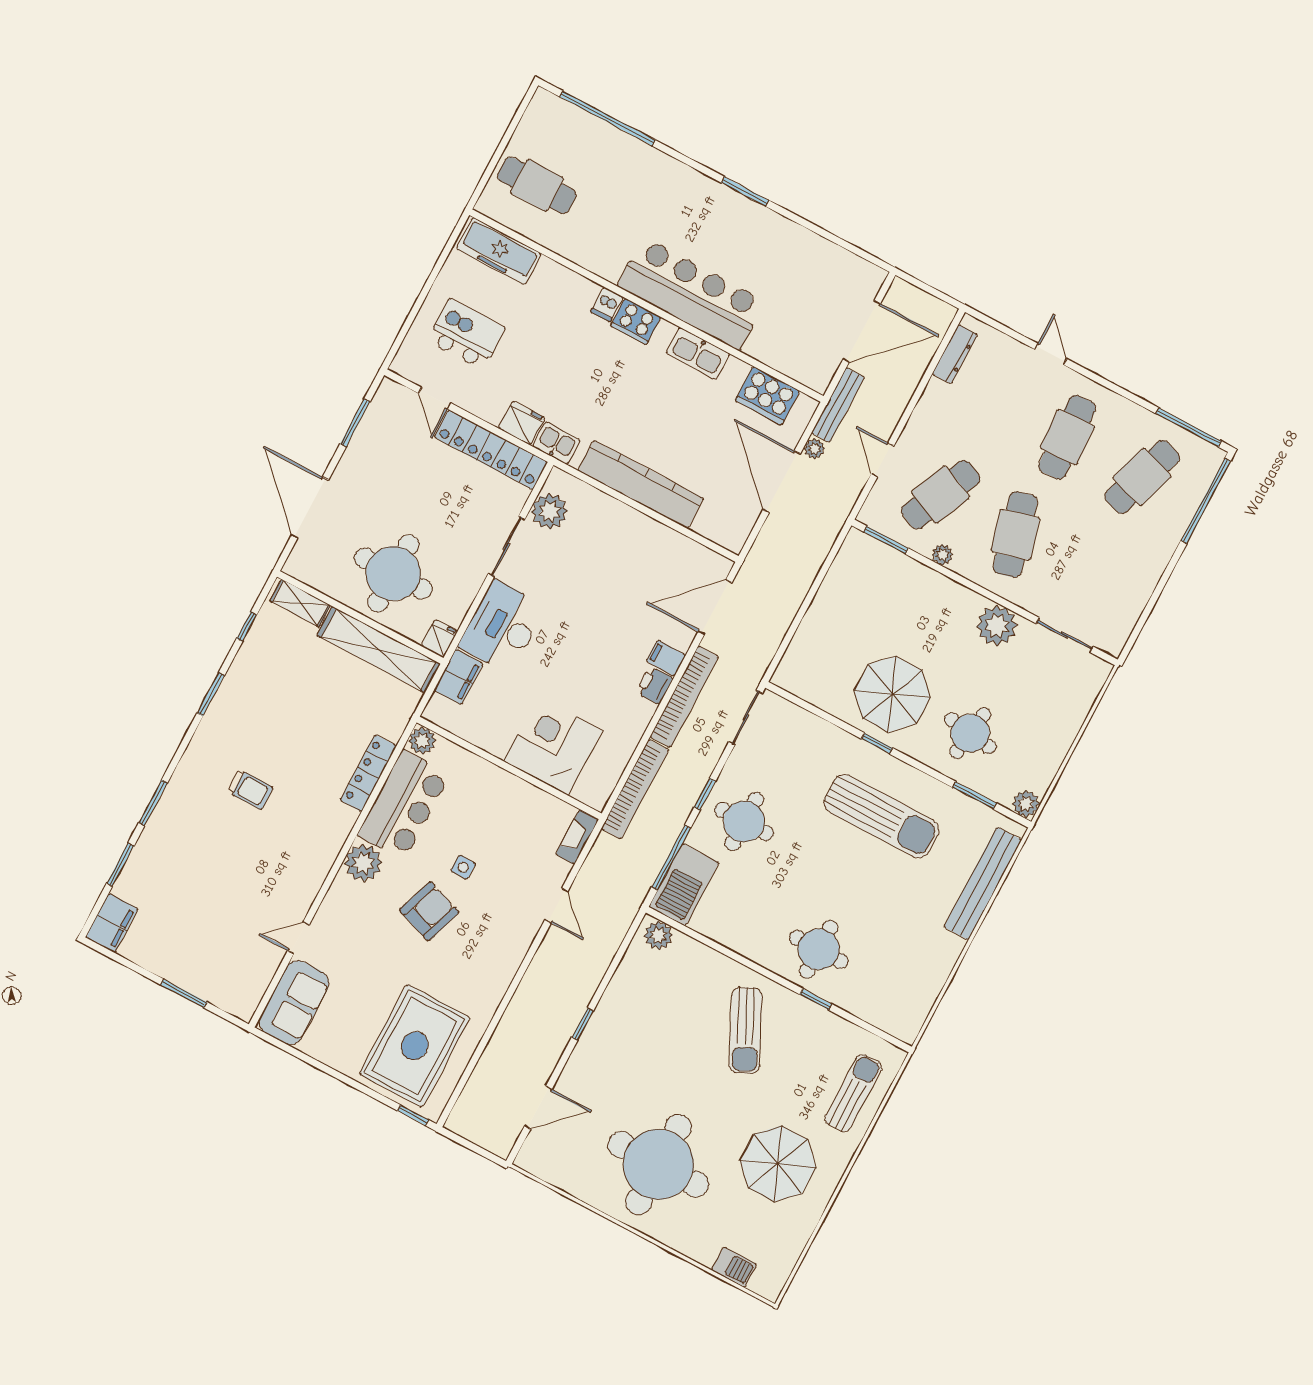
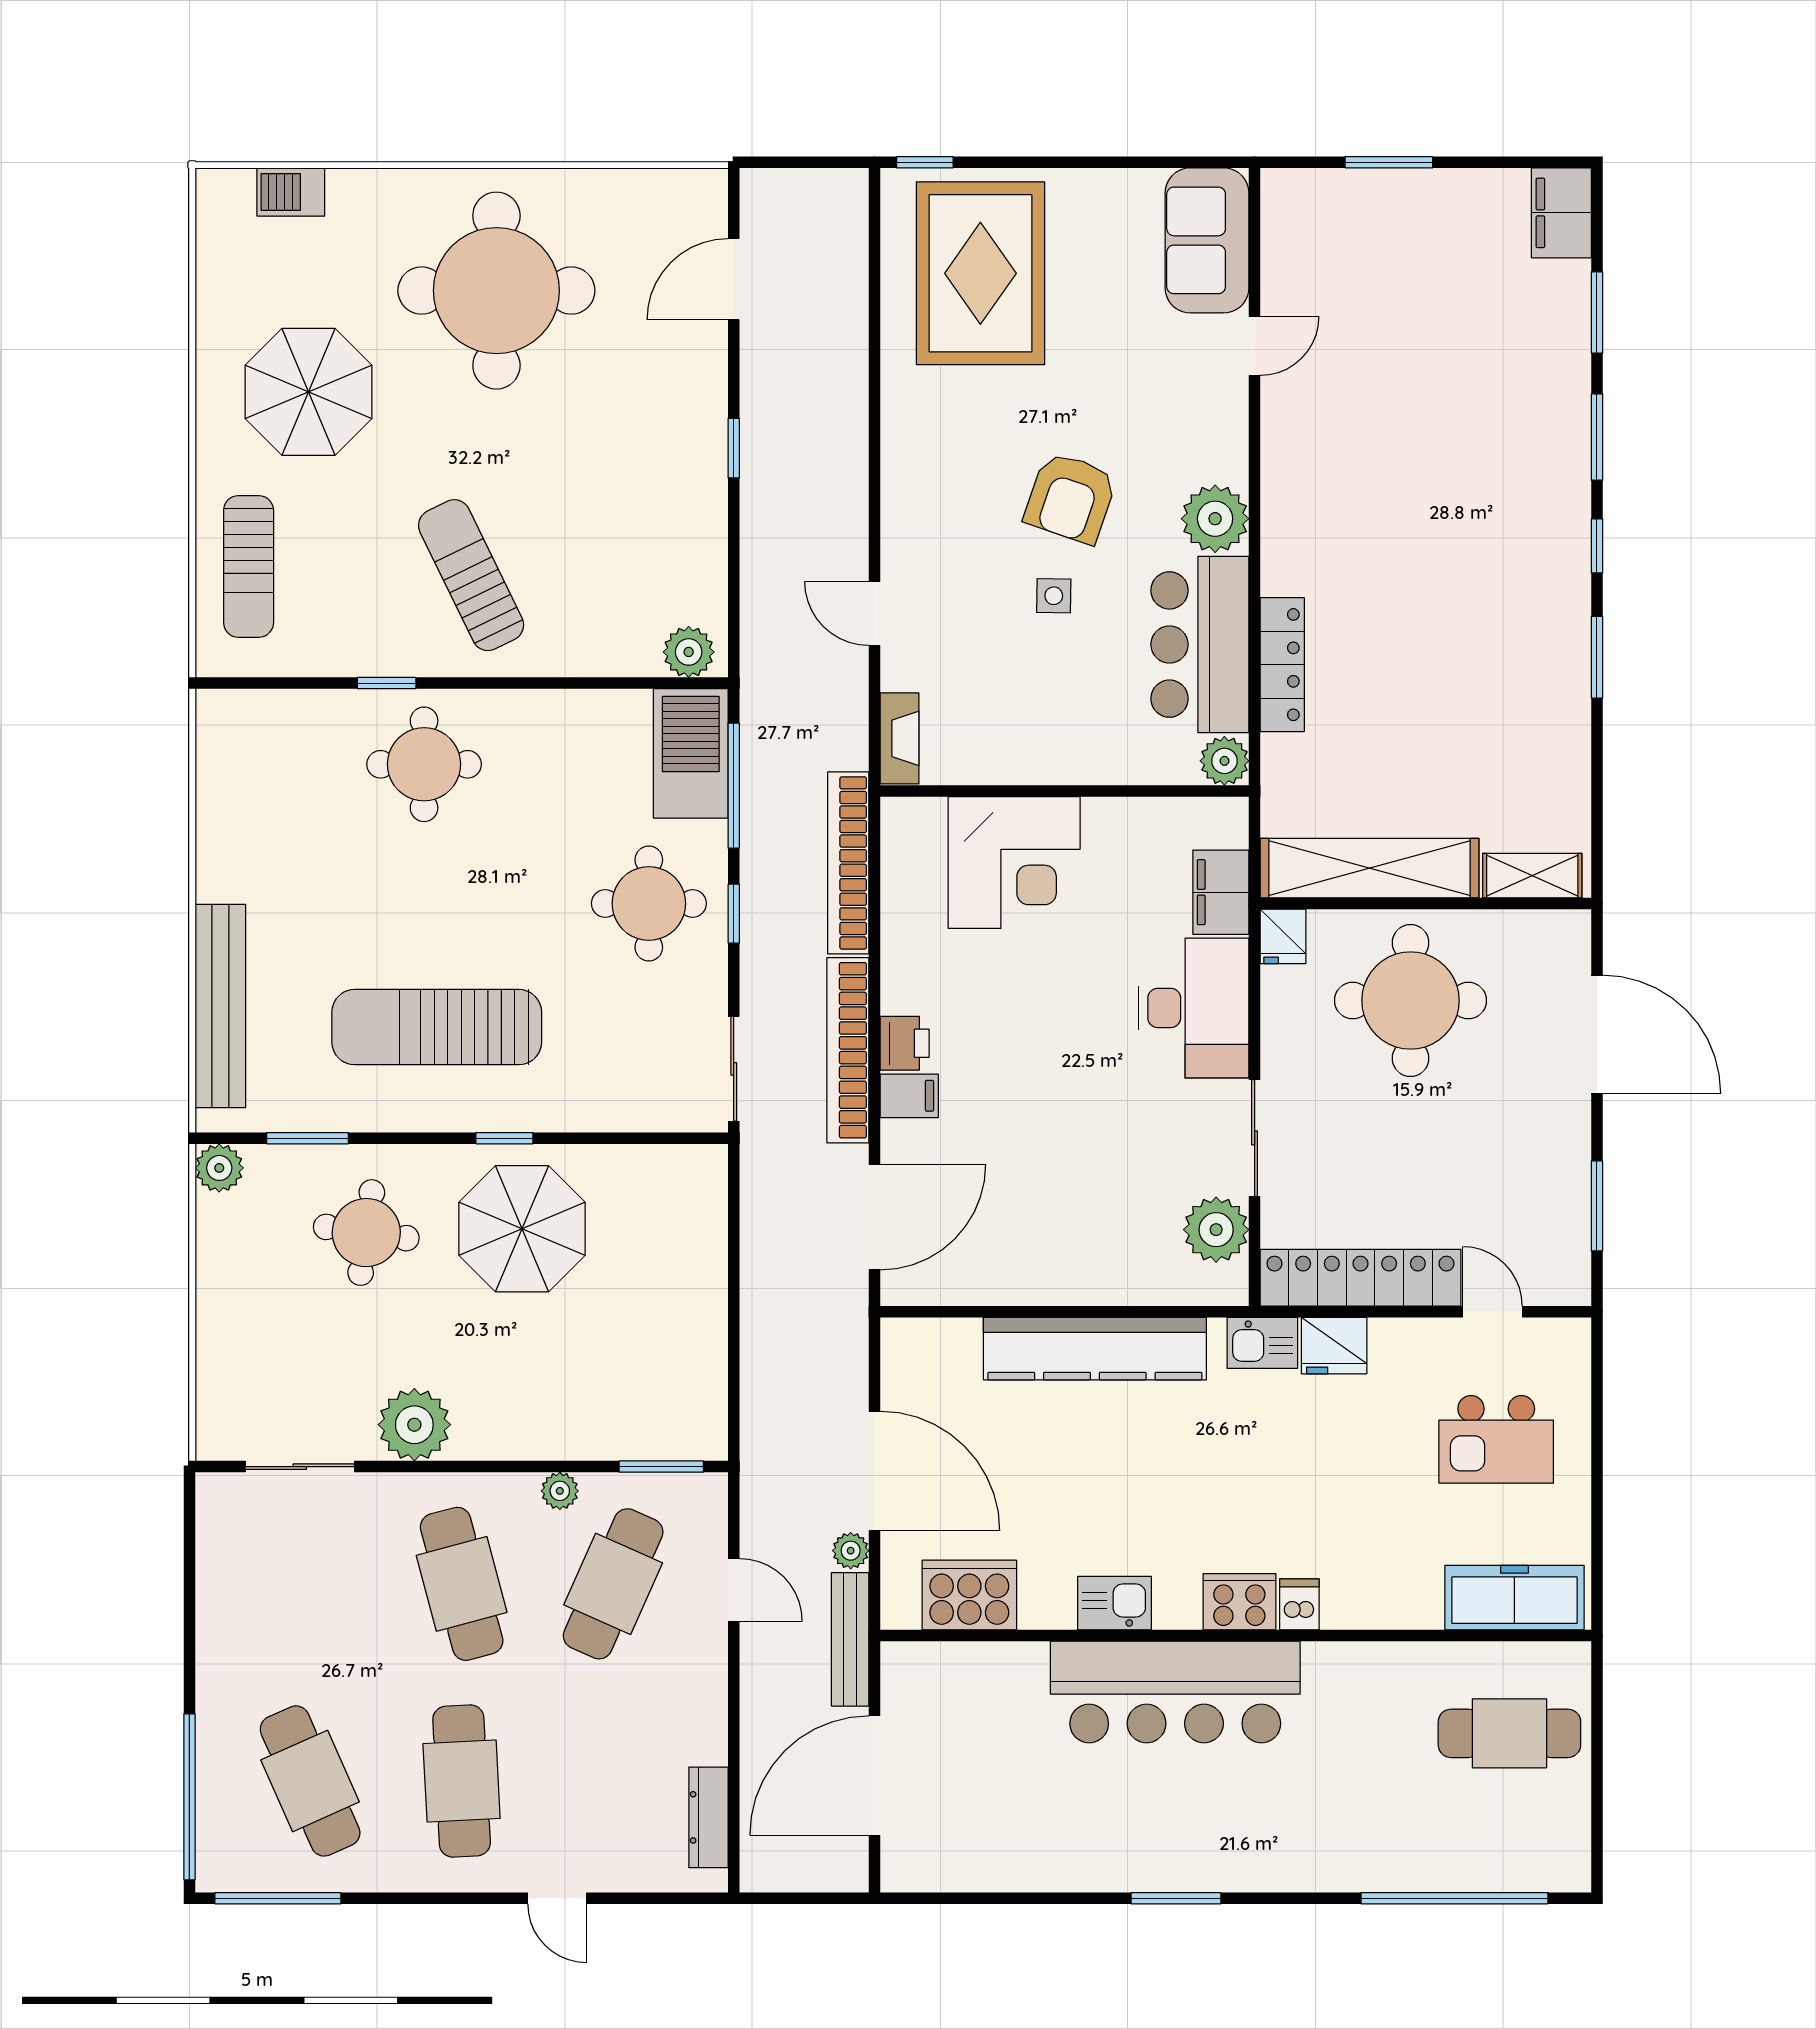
kitchen sink: (698, 353) -> (1115, 1603), width x0.73
cafe table: (1142, 477) -> (310, 1781), turned -42
window: (247, 627) -> (1597, 546), moved
trolley: (250, 790) -> (1455, 540), removed

